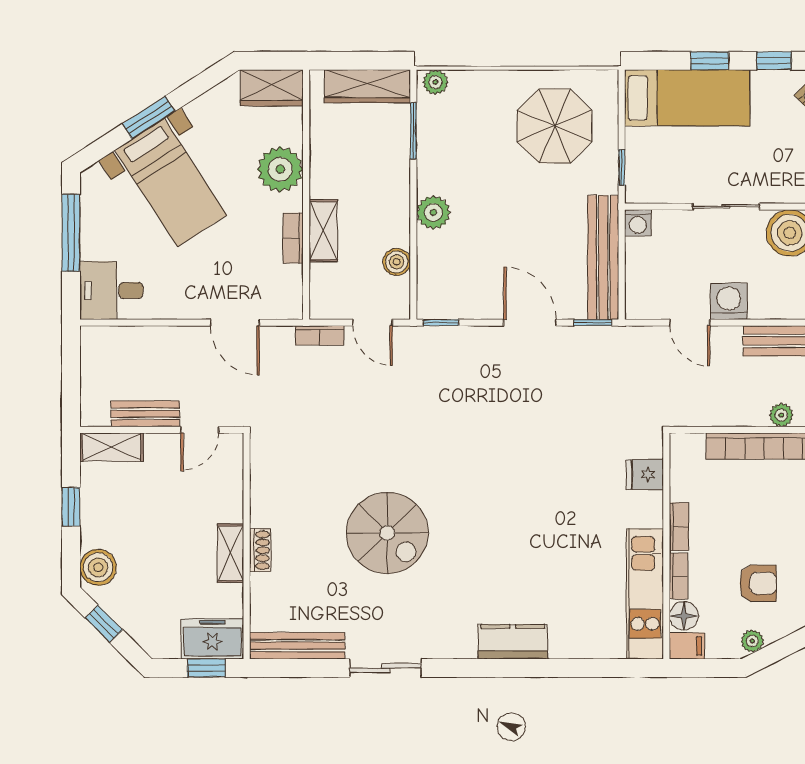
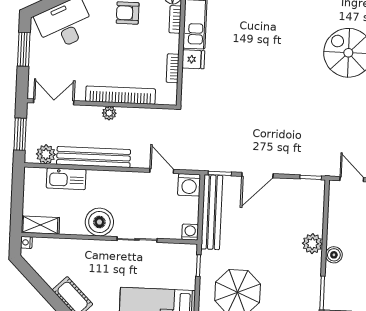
boiler: (397, 262) -> (334, 255), moved
washing machine: (729, 301) -> (189, 185), moved
door: (530, 323) -> (257, 175), hinge flipped
fridge: (645, 475) -> (193, 59), moved
bookcase: (679, 527) -> (173, 68), moved

